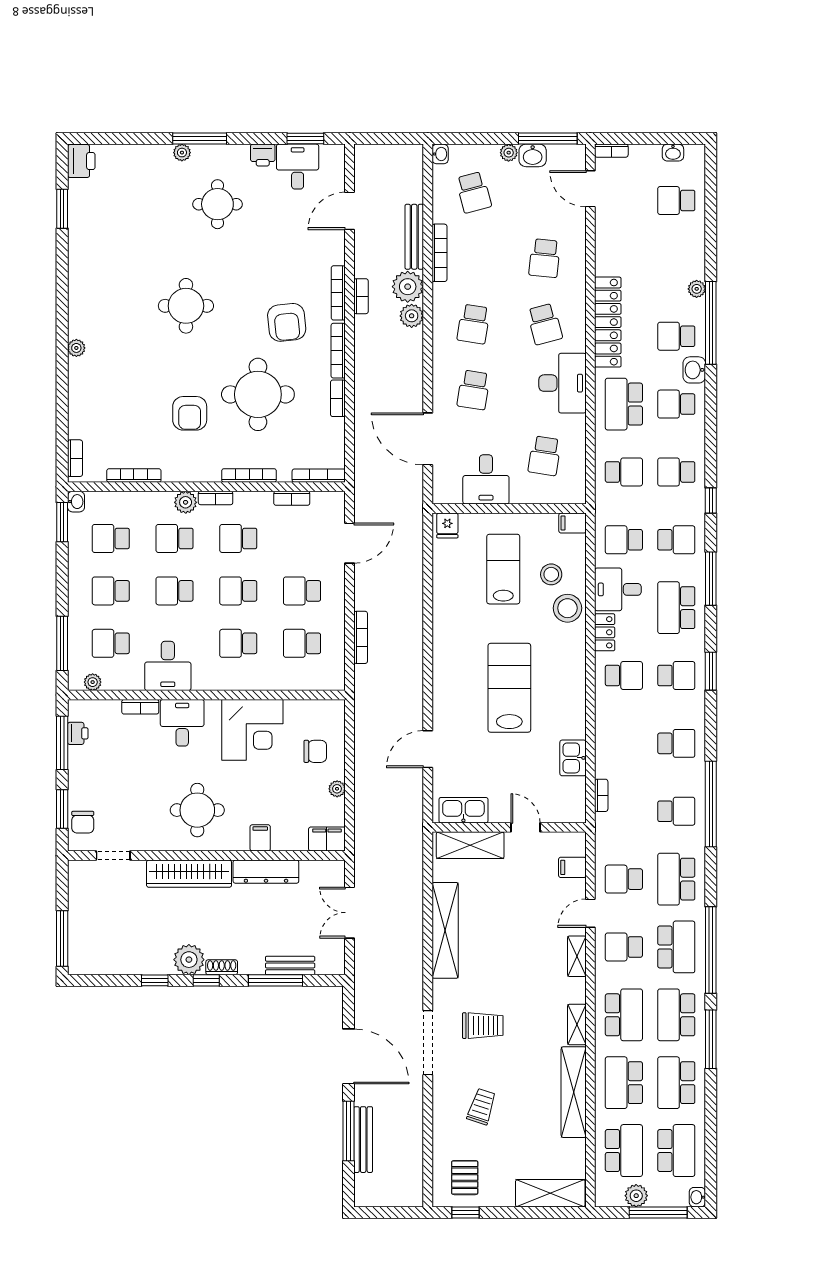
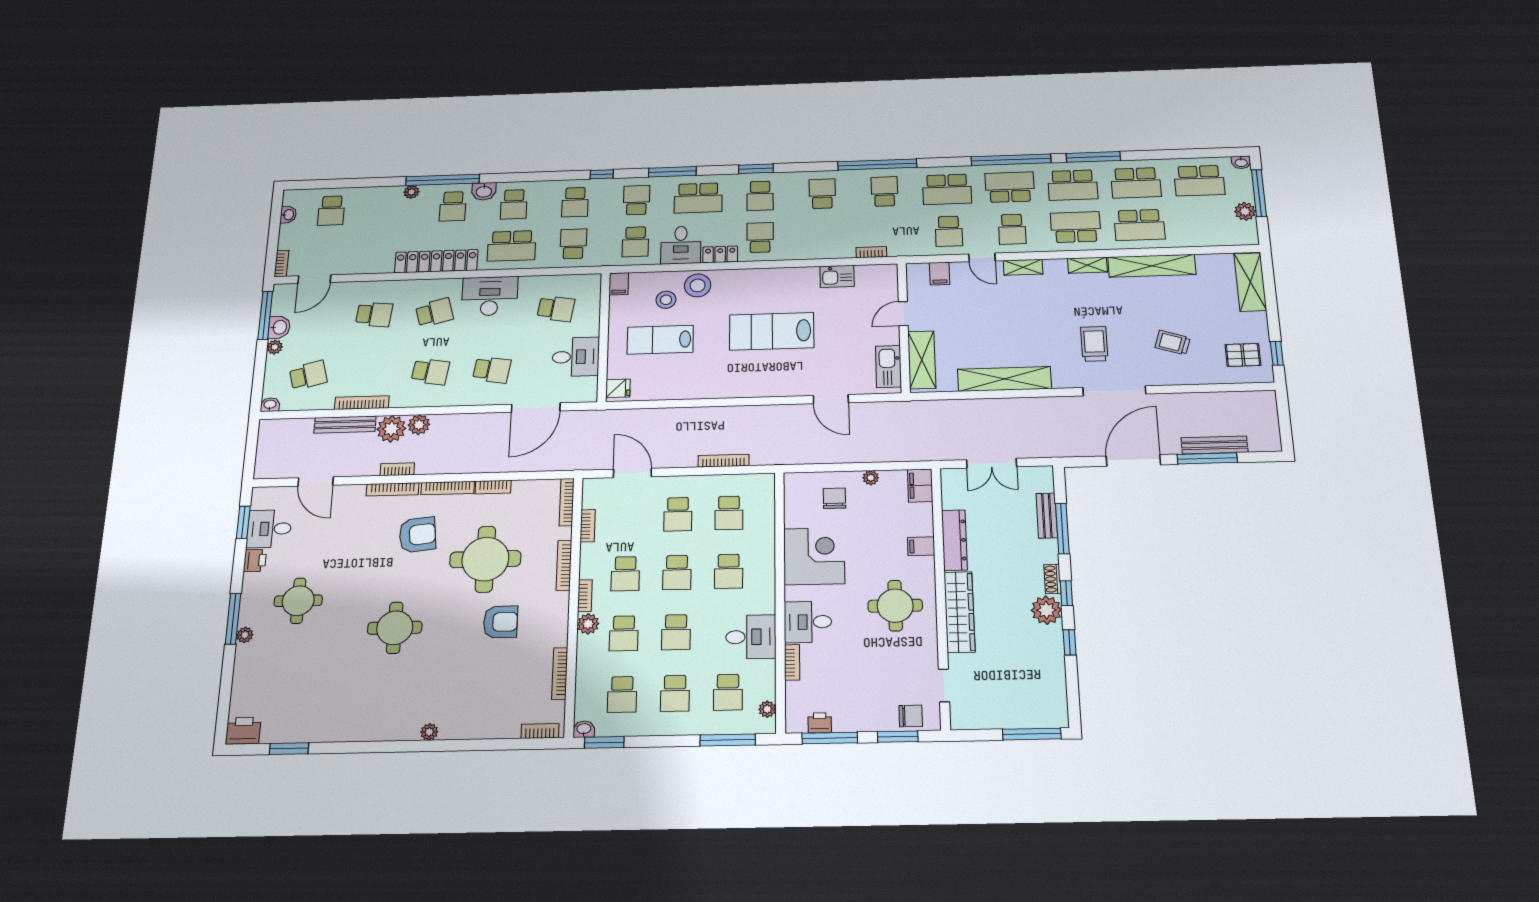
school desk: (676, 676) -> (760, 196), turned 180
school desk: (624, 1151) -> (1203, 223), removed
school desk: (676, 1151) -> (1199, 181), turned 180

